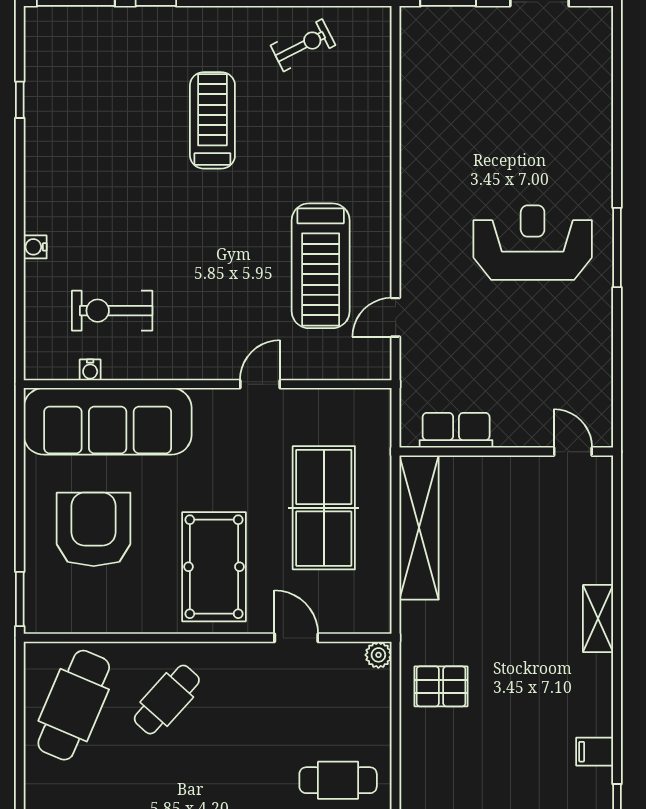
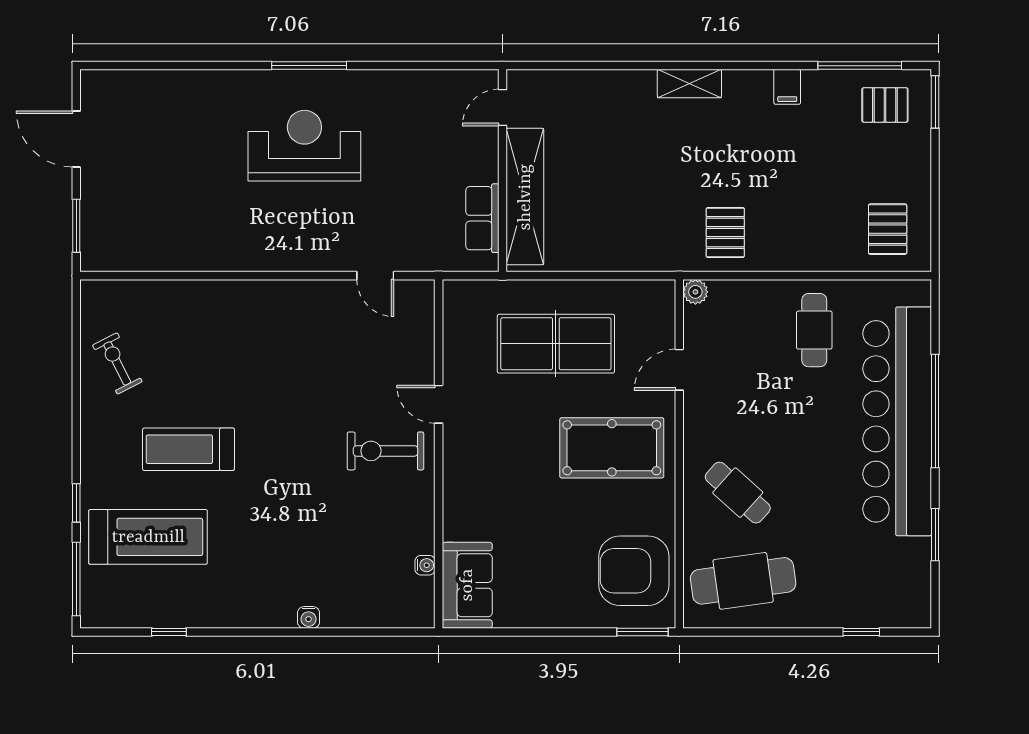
reception desk: (533, 243) -> (304, 146), turned 90
treadmill: (321, 266) -> (148, 537), moved
exercise bike: (112, 311) -> (385, 451), moved, turned 90
sofa: (108, 421) -> (467, 585), width x0.54, depth x0.79
shelving: (419, 528) -> (525, 197), moved, turned 90
armchair: (94, 529) -> (634, 571), moved
shelving: (598, 619) -> (689, 84), moved
cafe table: (74, 705) -> (743, 581), turned -31

